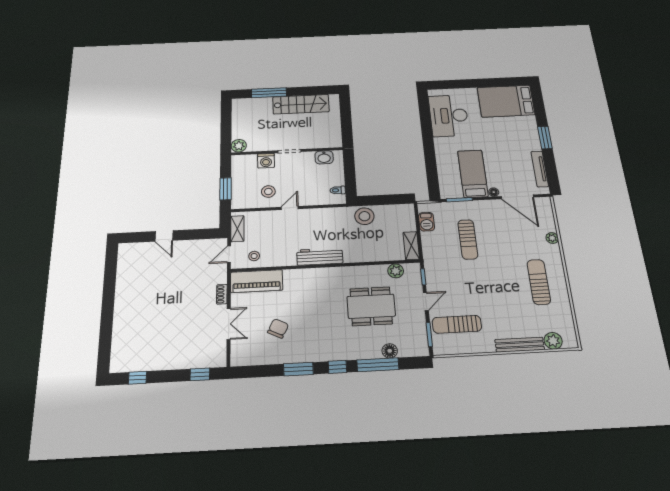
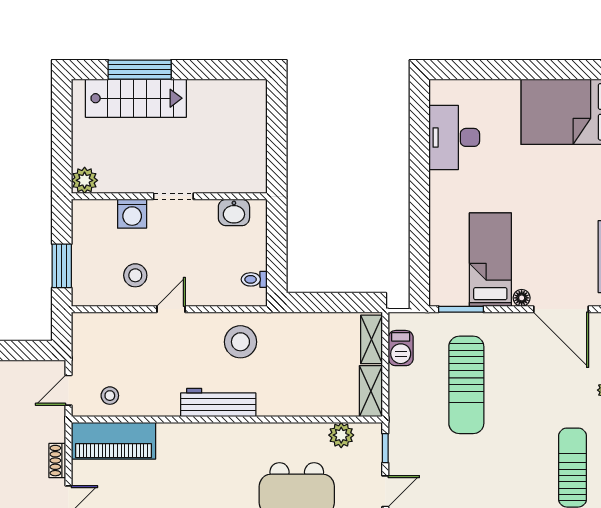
stairs: (301, 104) -> (136, 98), moved
desk: (449, 116) -> (454, 137), width x0.73, depth x0.77
stool: (364, 216) -> (240, 342), moved
shelving: (237, 229) -> (372, 339), moved
sun lounger: (468, 239) -> (466, 385), width x1.36, depth x1.34

